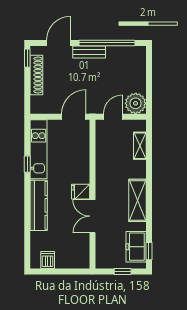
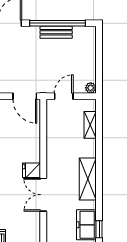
bench: (89, 52) -> (56, 32), moved
plant: (136, 103) -> (91, 88), width x0.53, depth x0.53
door: (74, 117) -> (25, 96), swing flipped

